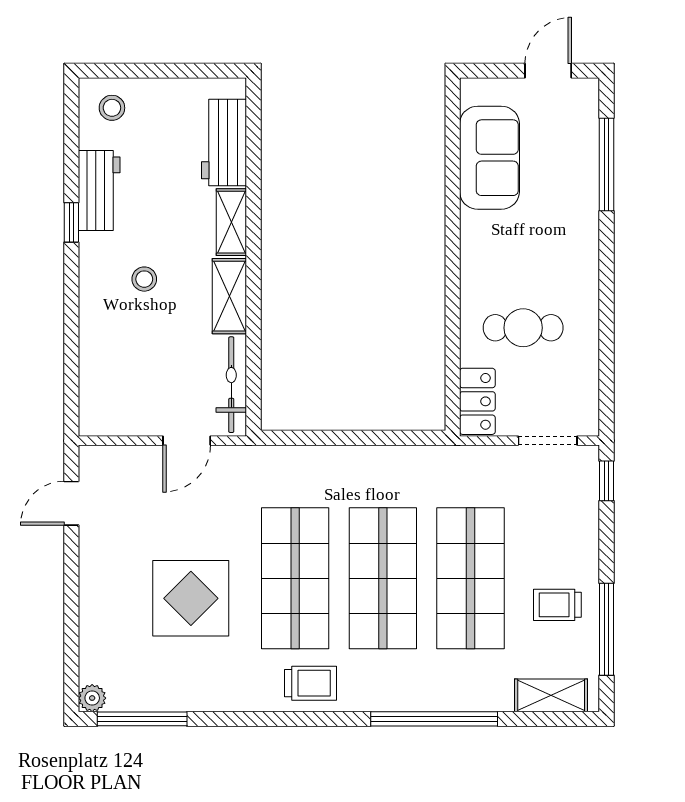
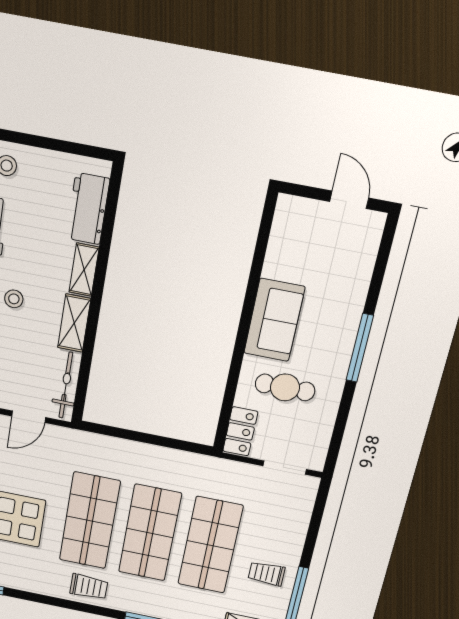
door: (548, 71) -> (349, 200), hinge flipped
sofa: (490, 158) -> (274, 320), moved
window: (607, 164) -> (360, 348), moved
window: (607, 481) -> (320, 502), removed

